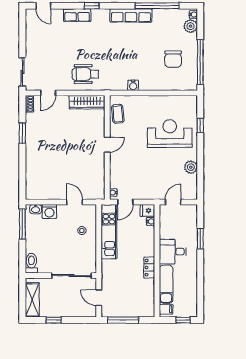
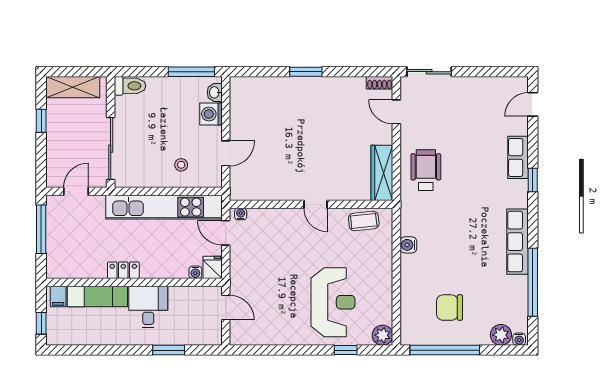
window: (22, 133) -> (306, 72), moved
plant: (191, 167) -> (383, 335), moved
kitchen unit: (109, 232) -> (164, 207), width x1.36

